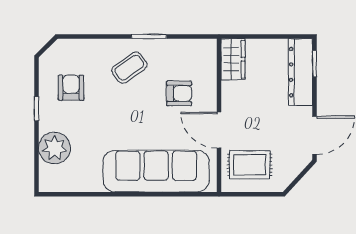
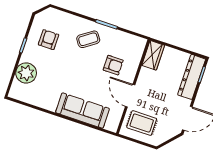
sofa: (156, 171) -> (82, 111), width x0.74, depth x0.79

